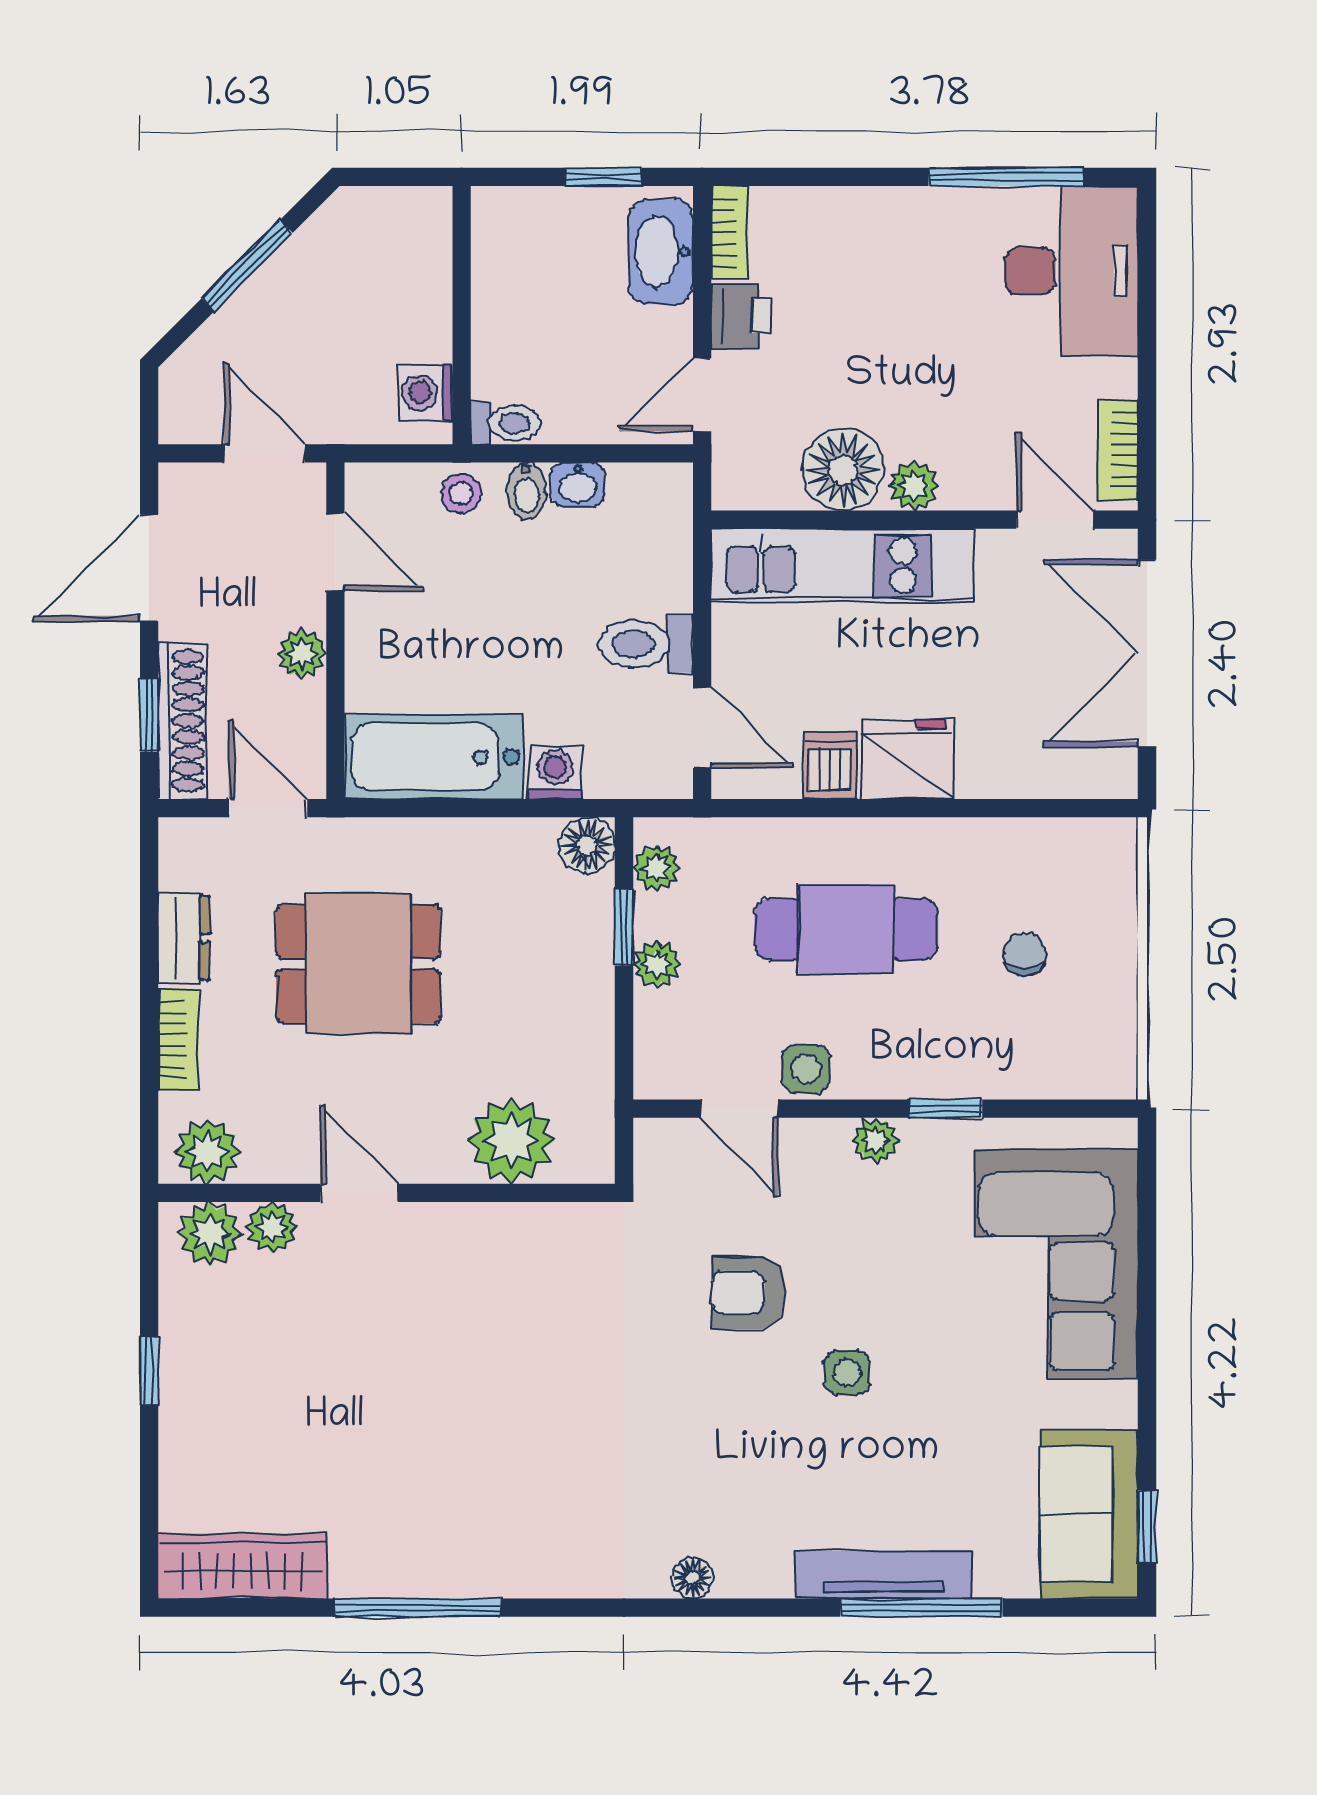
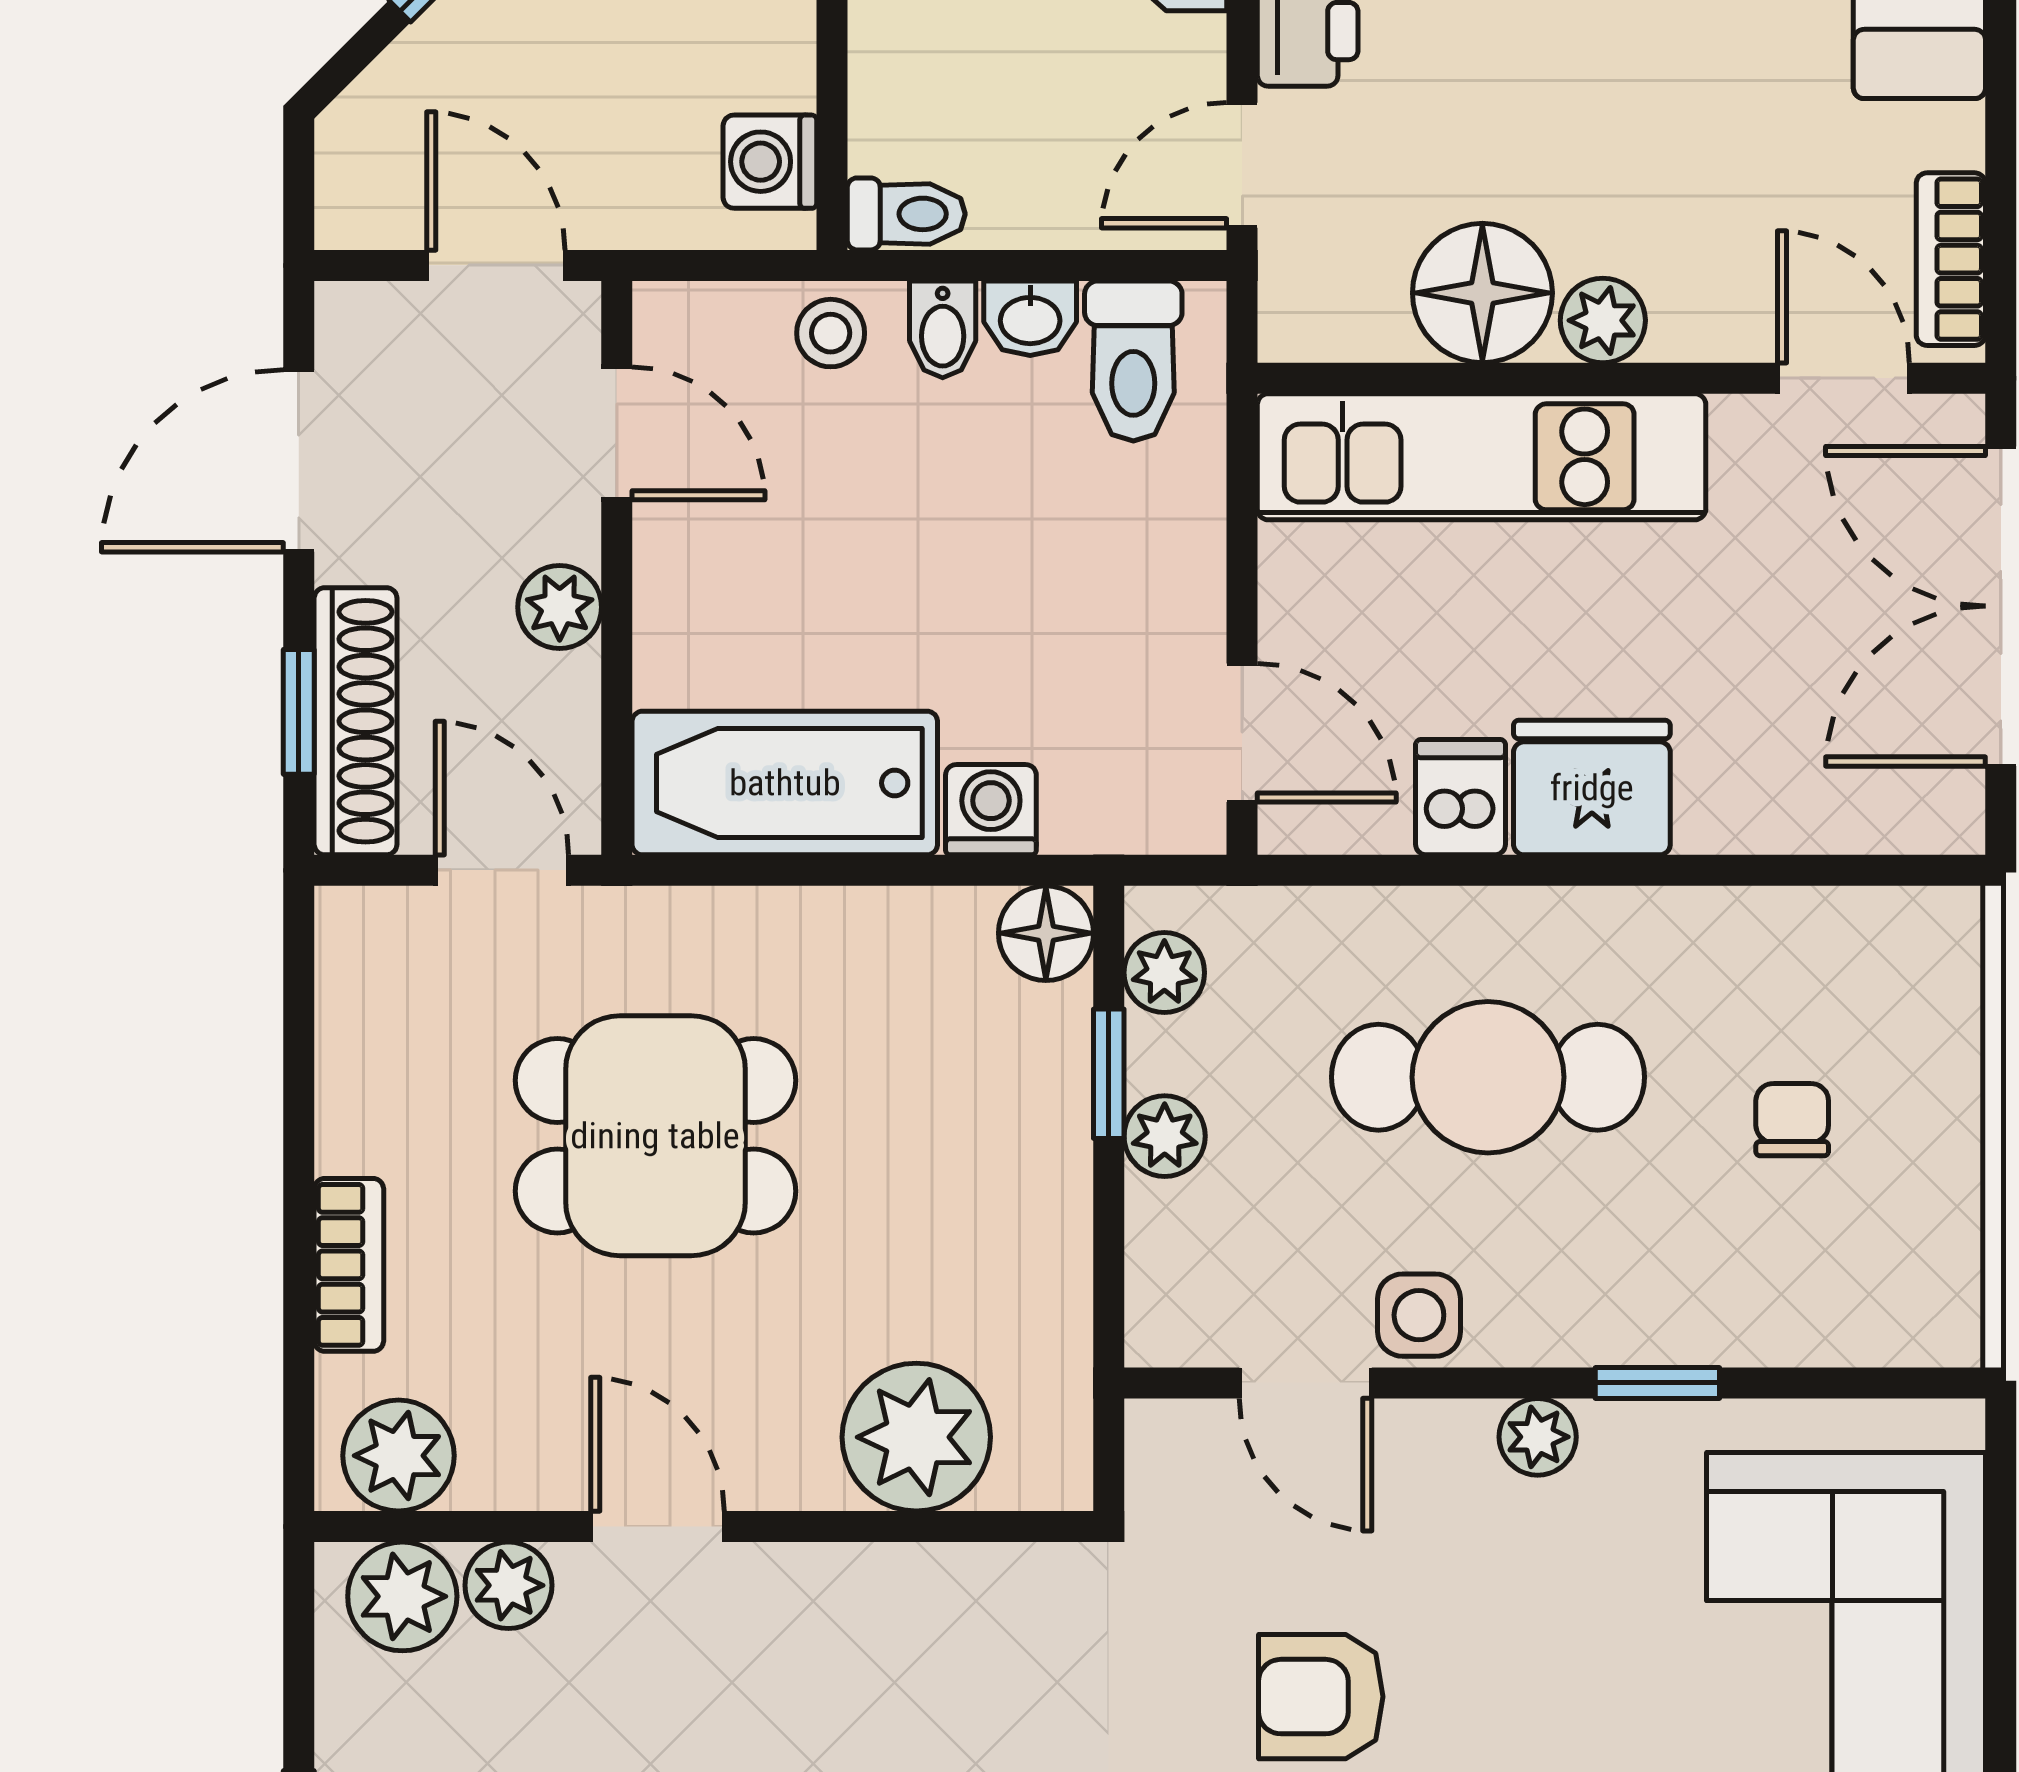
toilet: (646, 644) -> (1133, 361), moved, turned -90
dresser: (184, 938) -> (358, 1092), removed

